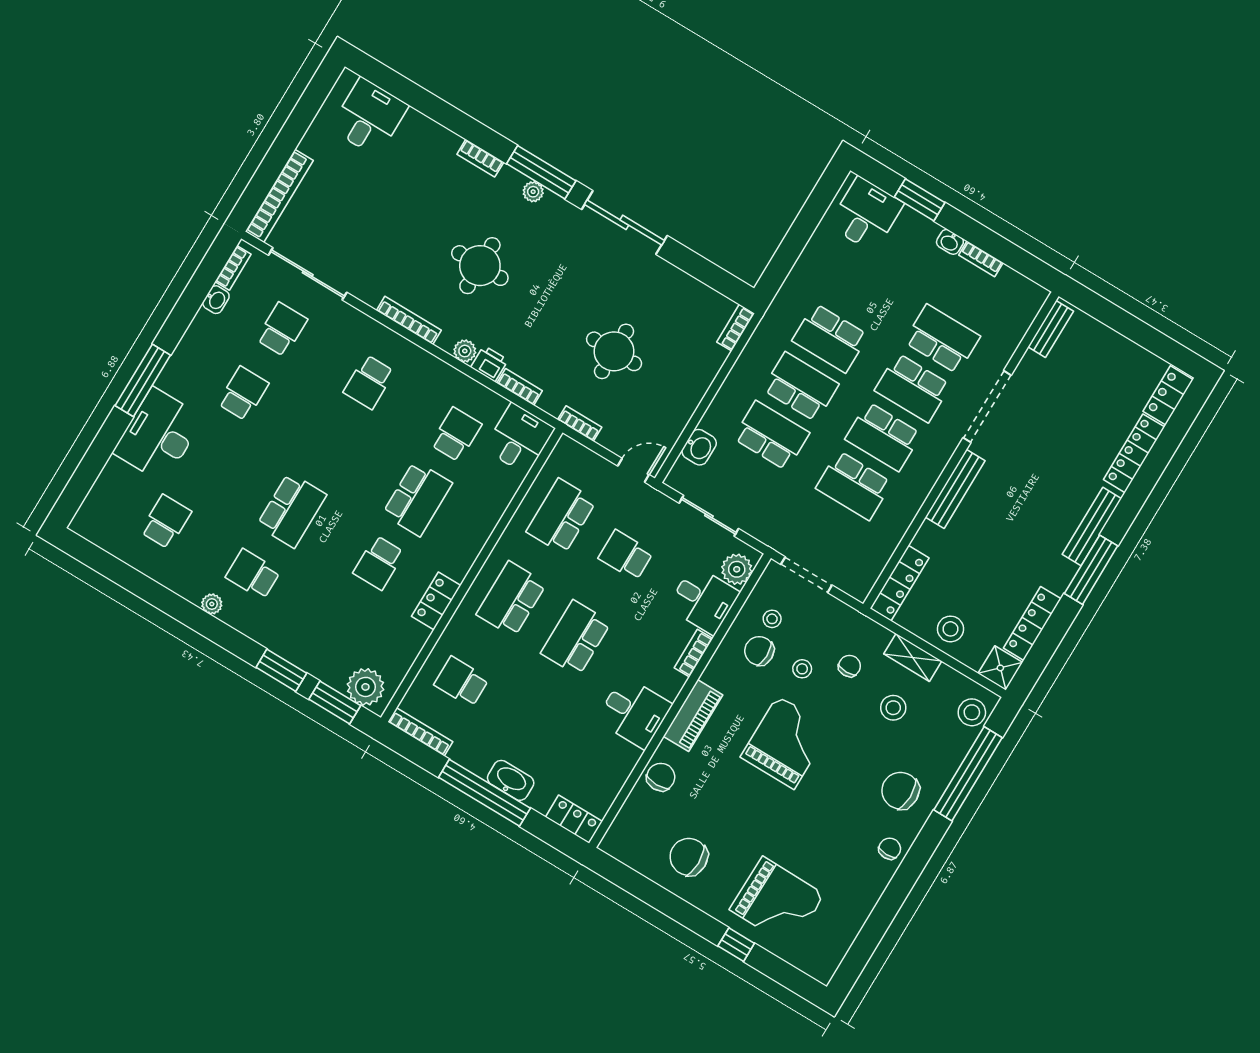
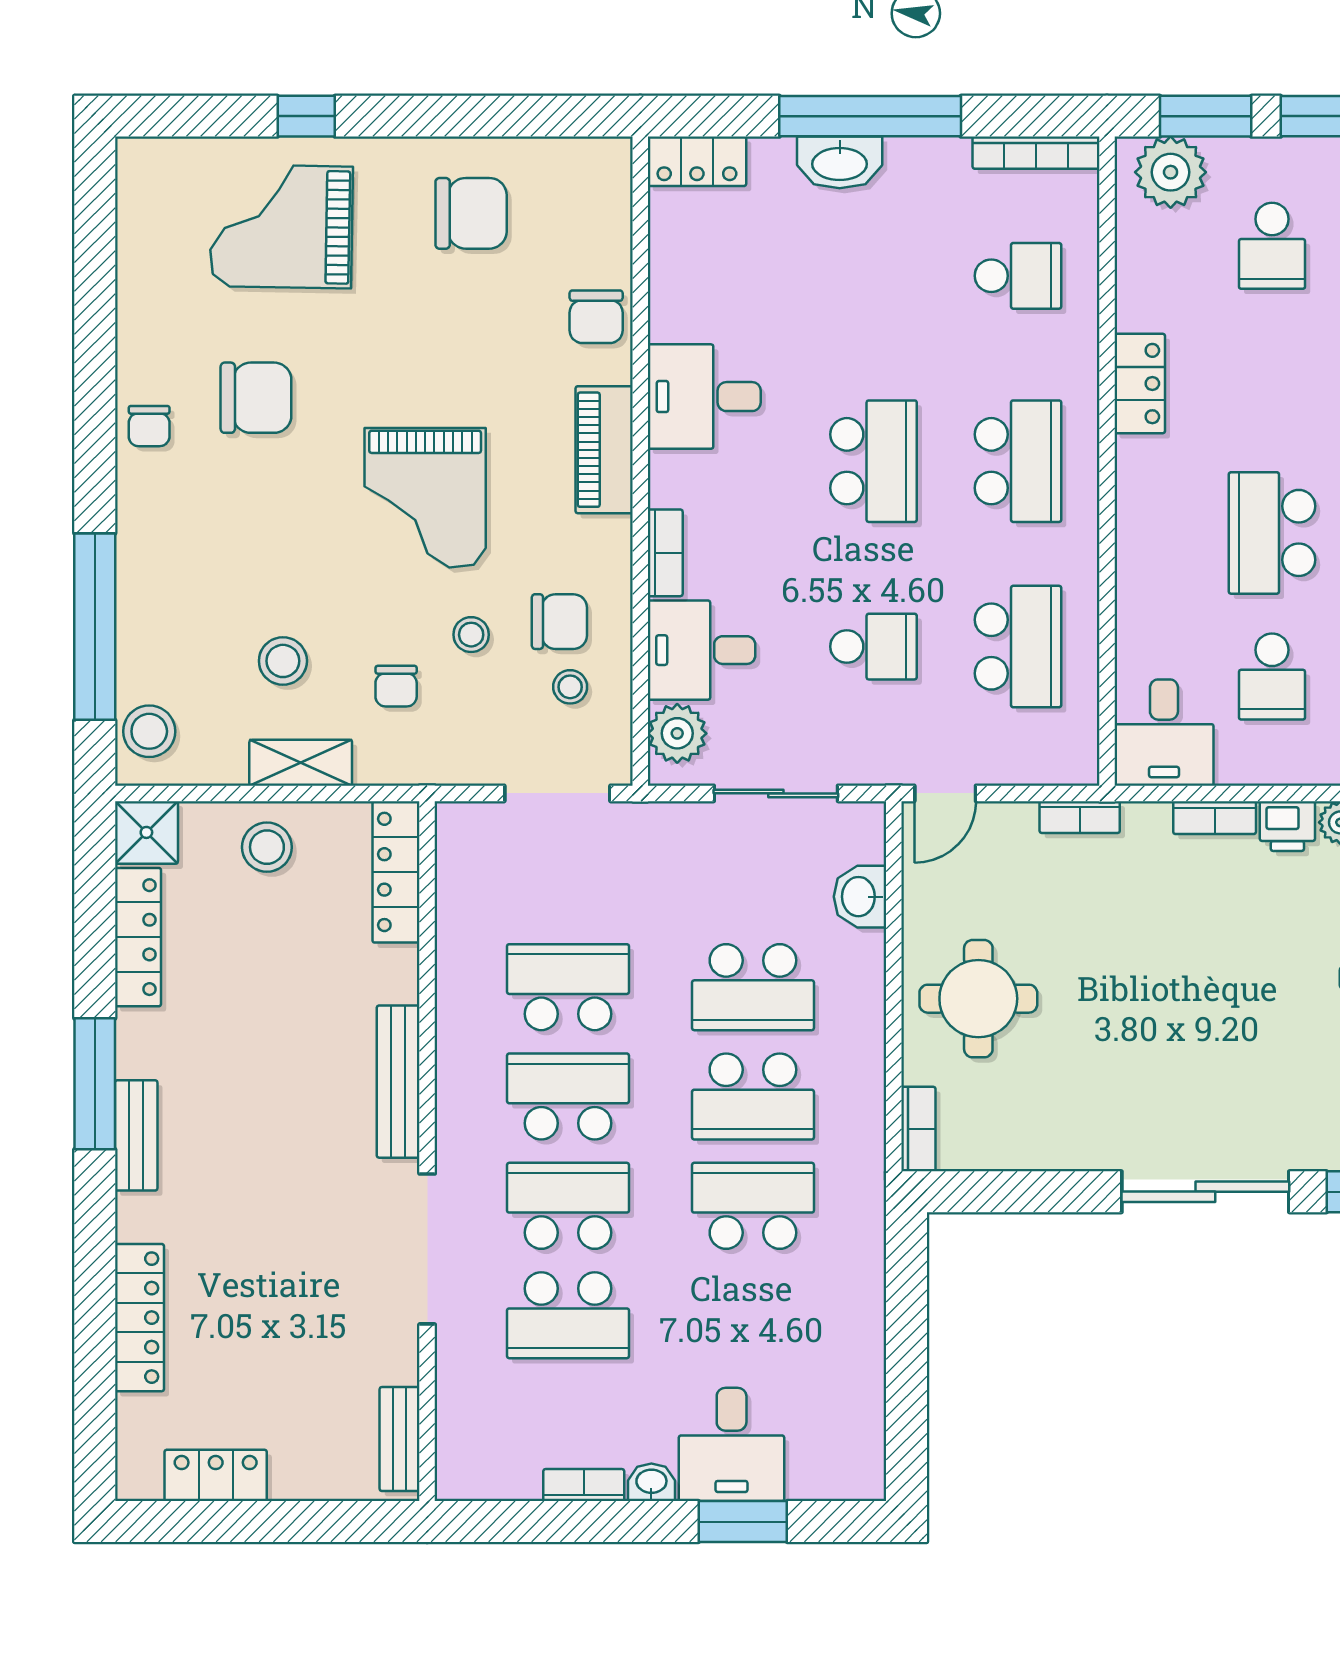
desk: (866, 214) -> (732, 1444), moved
round table: (614, 351) -> (978, 999), moved
locker: (1168, 395) -> (216, 1475), moved, turned -90
bench: (1092, 527) -> (136, 1135), width x0.73
school desk: (379, 563) -> (1272, 246), moved, turned 180
chair: (900, 791) -> (256, 398), moved

